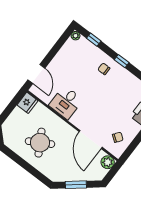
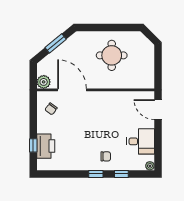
window: (94, 40) -> (121, 174), moved
desk: (66, 102) -> (141, 141), moved, turned 90
fridge: (27, 103) -> (147, 80), removed
round table: (40, 143) -> (112, 55), turned 30

